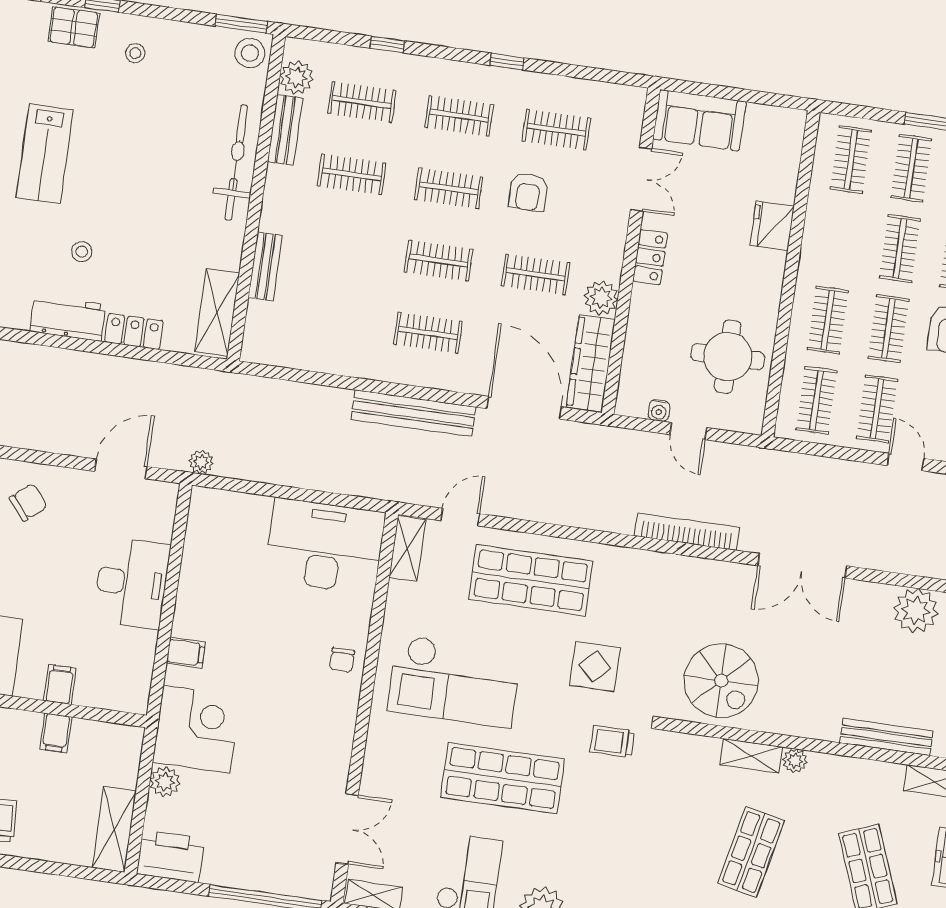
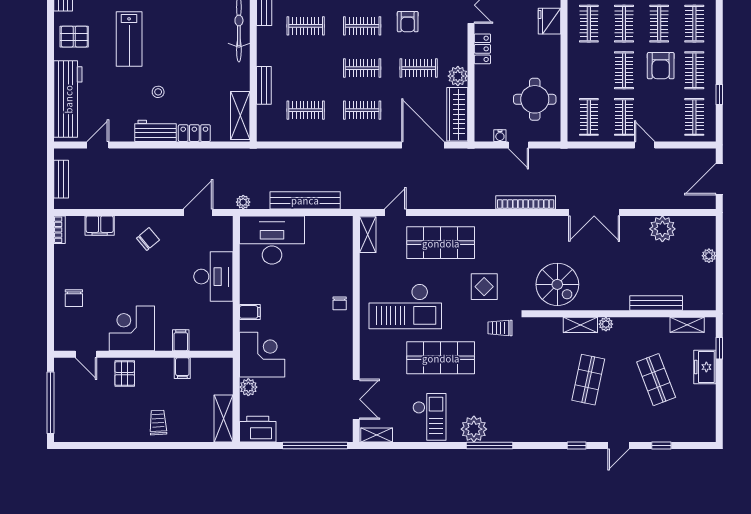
clothes rail: (331, 319) -> (306, 110), added
clothes rail: (828, 320) -> (589, 24), moved
bench: (414, 413) -> (305, 200), moved
desk: (325, 546) -> (272, 240), moved

